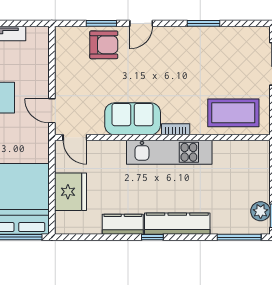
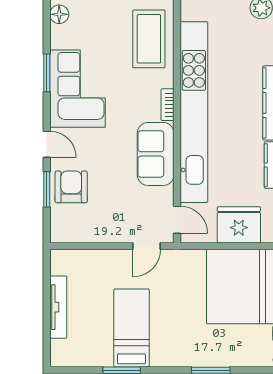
floor lamp: (255, 34) -> (59, 14), added
corner sofa: (190, 50) -> (77, 89), added
door: (75, 138) -> (177, 220), hinge flipped
kitchen unit: (169, 152) -> (194, 112), width x1.86

